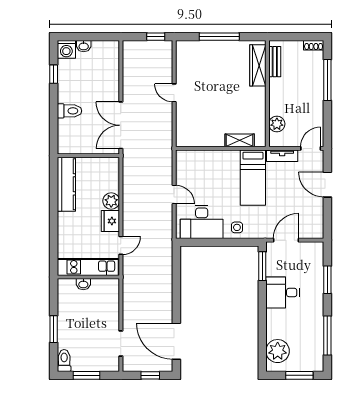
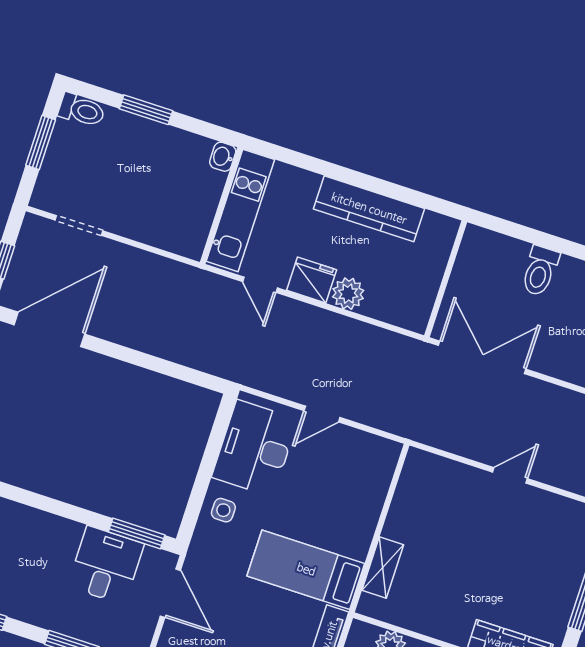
kitchen counter: (66, 184) -> (369, 209), moved
washbasin: (83, 284) -> (223, 157), moved
desk: (283, 293) -> (106, 565), moved

